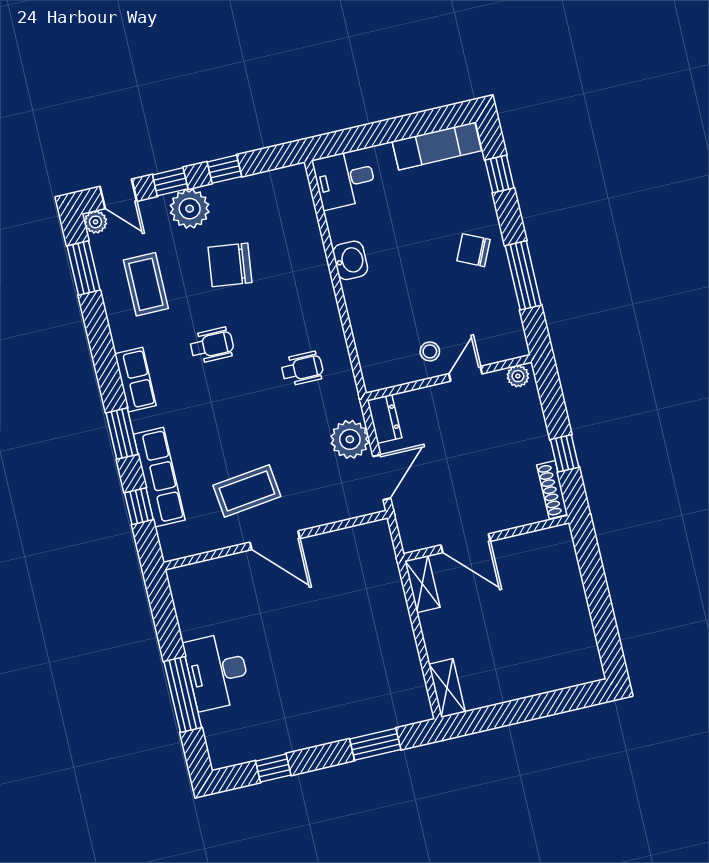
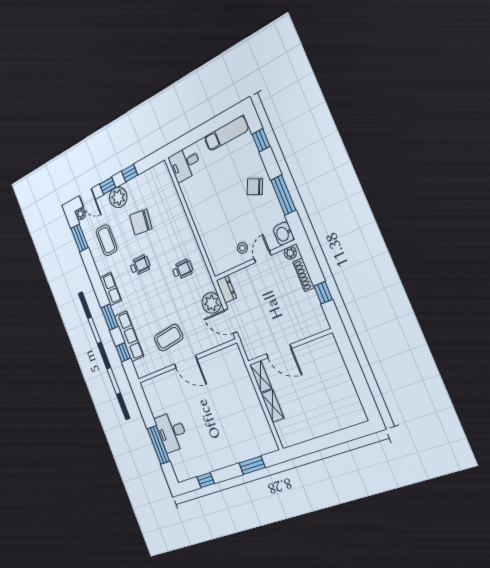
washbasin: (350, 260) -> (284, 234), moved, turned 180
door: (382, 477) -> (230, 321), swing flipped
shoe rack: (552, 490) -> (304, 275), moved
shelving: (447, 688) -> (272, 406), moved

